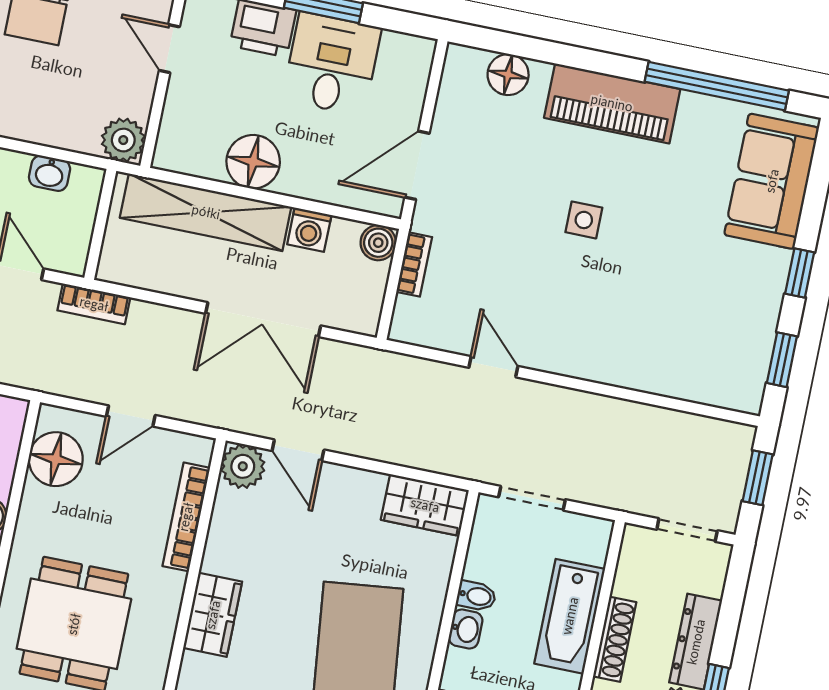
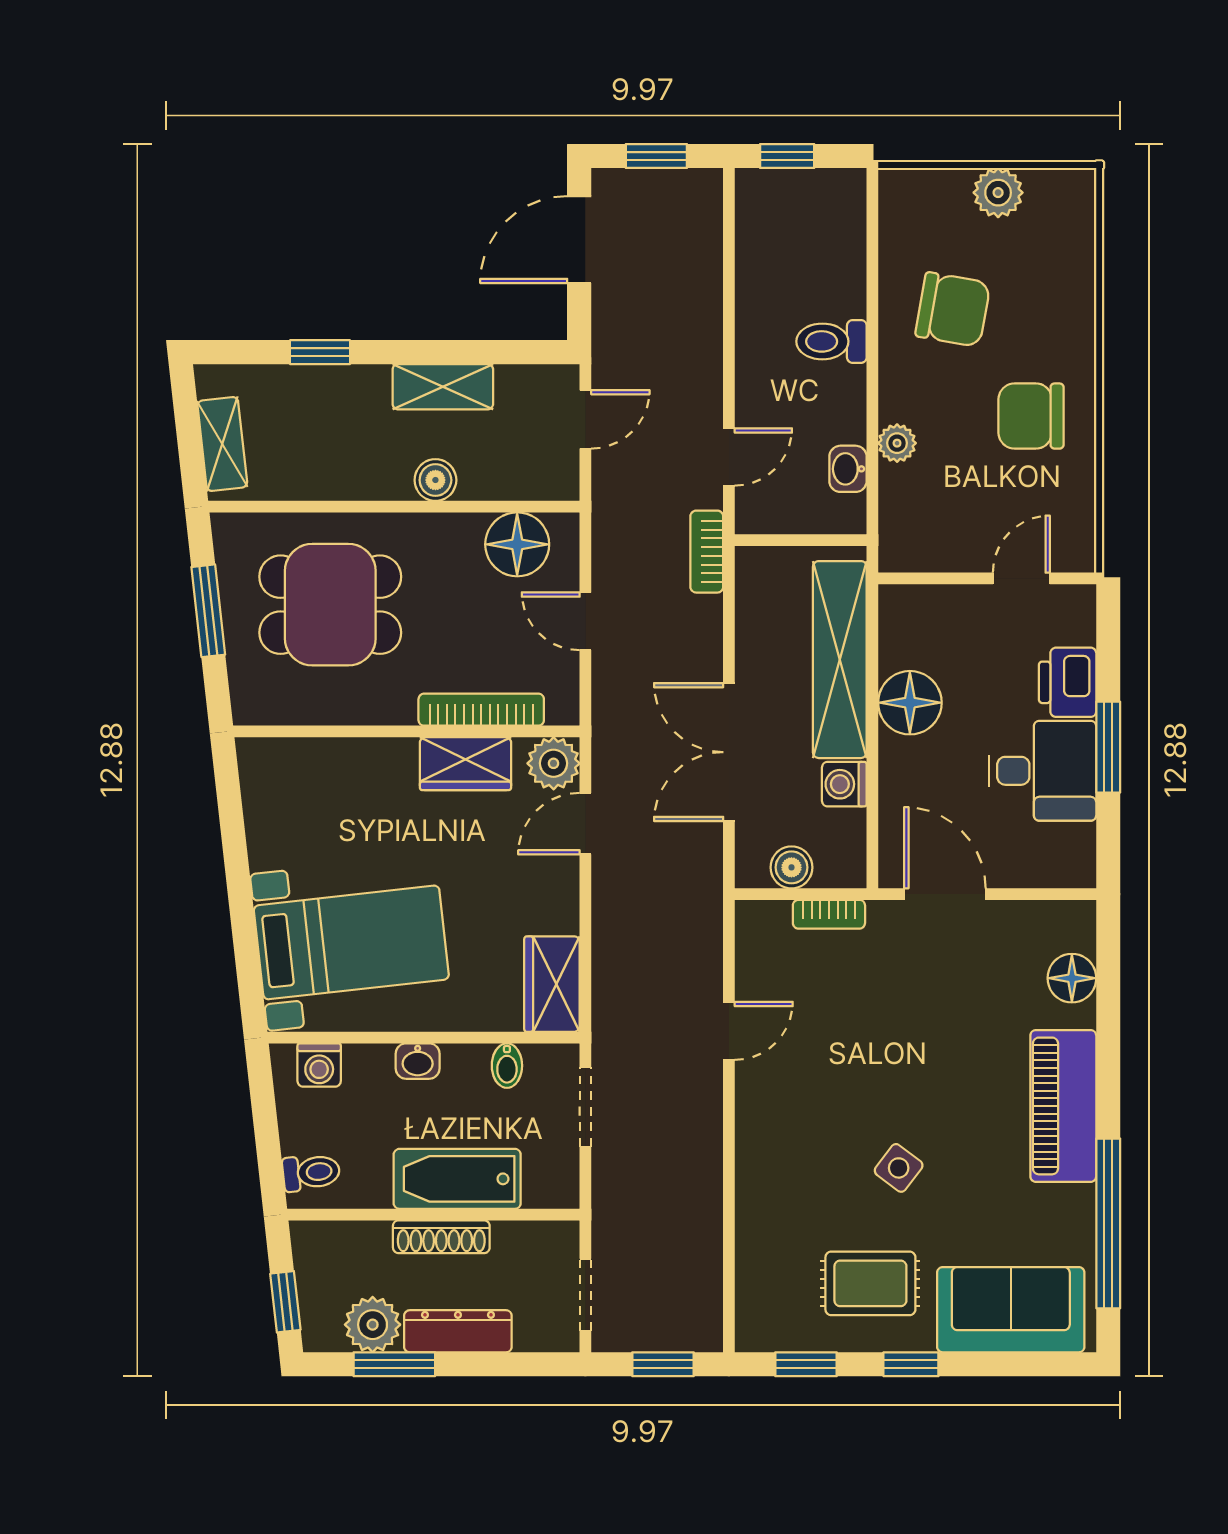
plant: (123, 140) -> (897, 443), moved, width x0.73, depth x0.73
side table: (584, 220) -> (899, 1168), moved, turned 37
boiler: (378, 243) -> (791, 867), moved
rug: (726, 293) -> (870, 1283), added
bidet: (476, 596) -> (507, 1066), moved
wardrobe: (213, 615) -> (465, 764), moved

